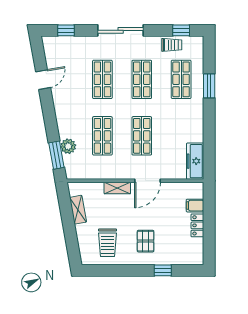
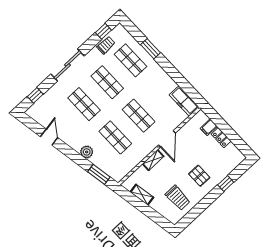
plant: (68, 146) -> (87, 152), moved

